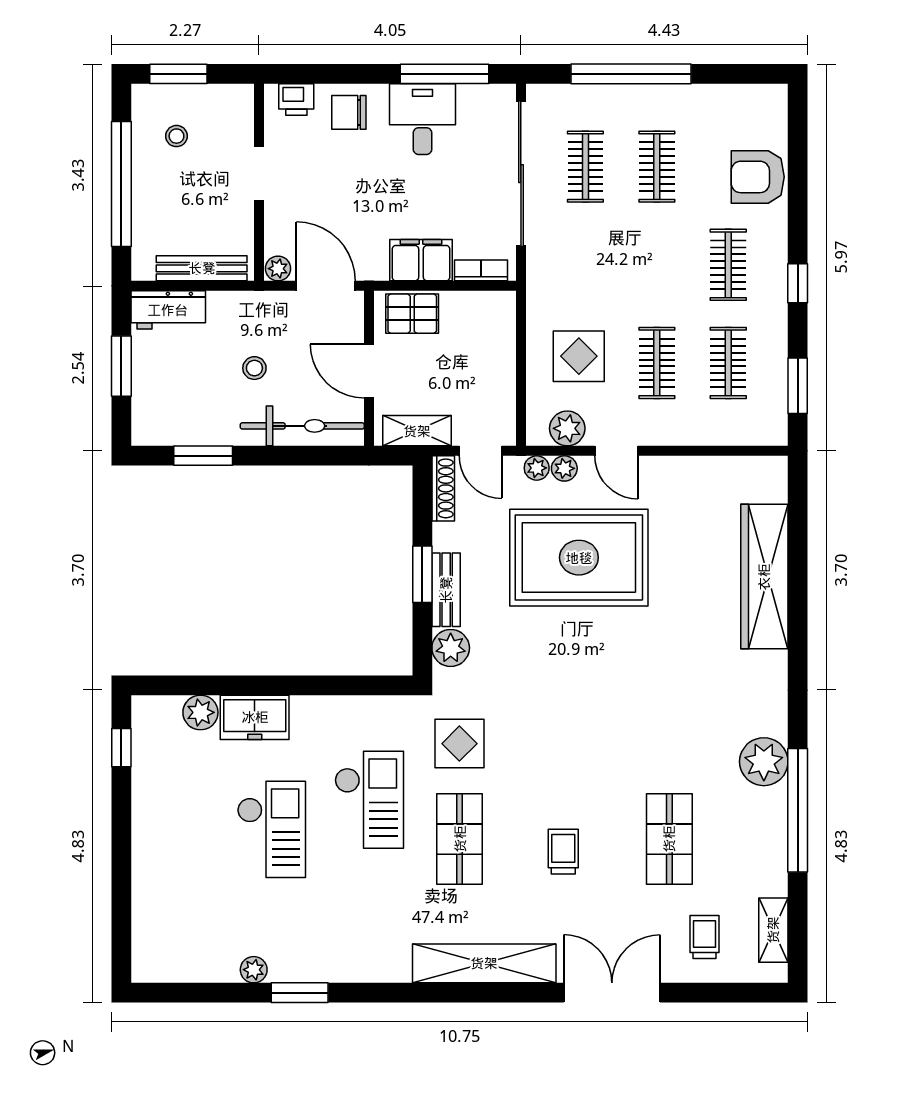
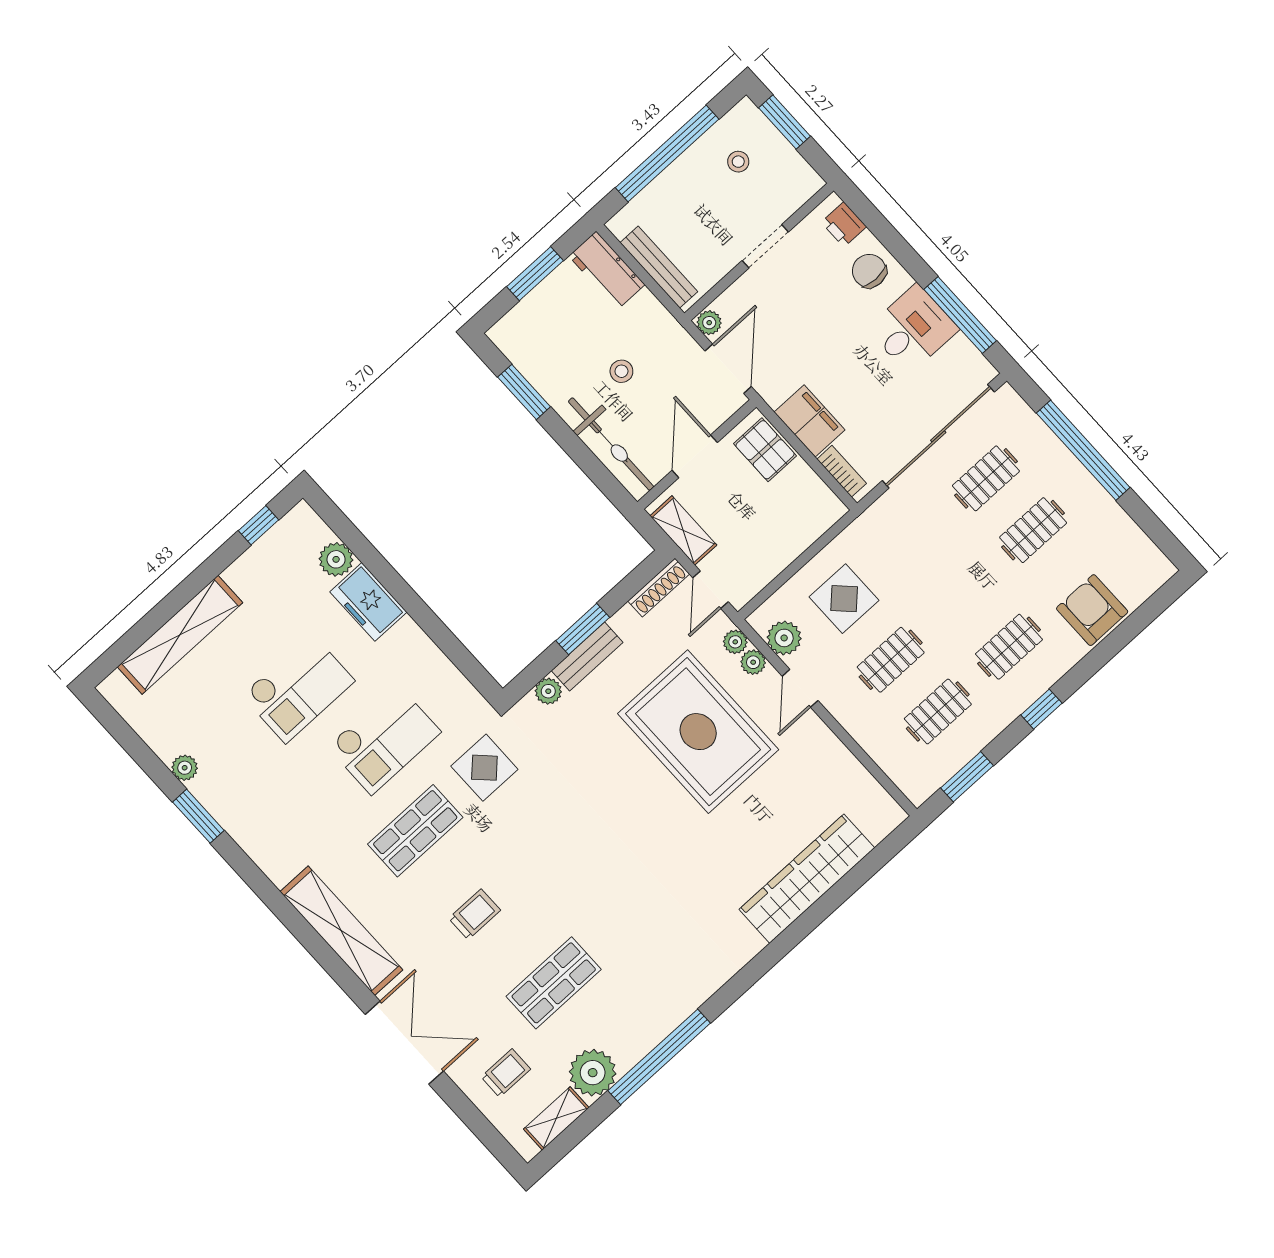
plant: (451, 648) -> (548, 691), width x0.73, depth x0.73
plant: (764, 762) -> (593, 1073), moved
shelving: (150, 882) -> (180, 635), added

